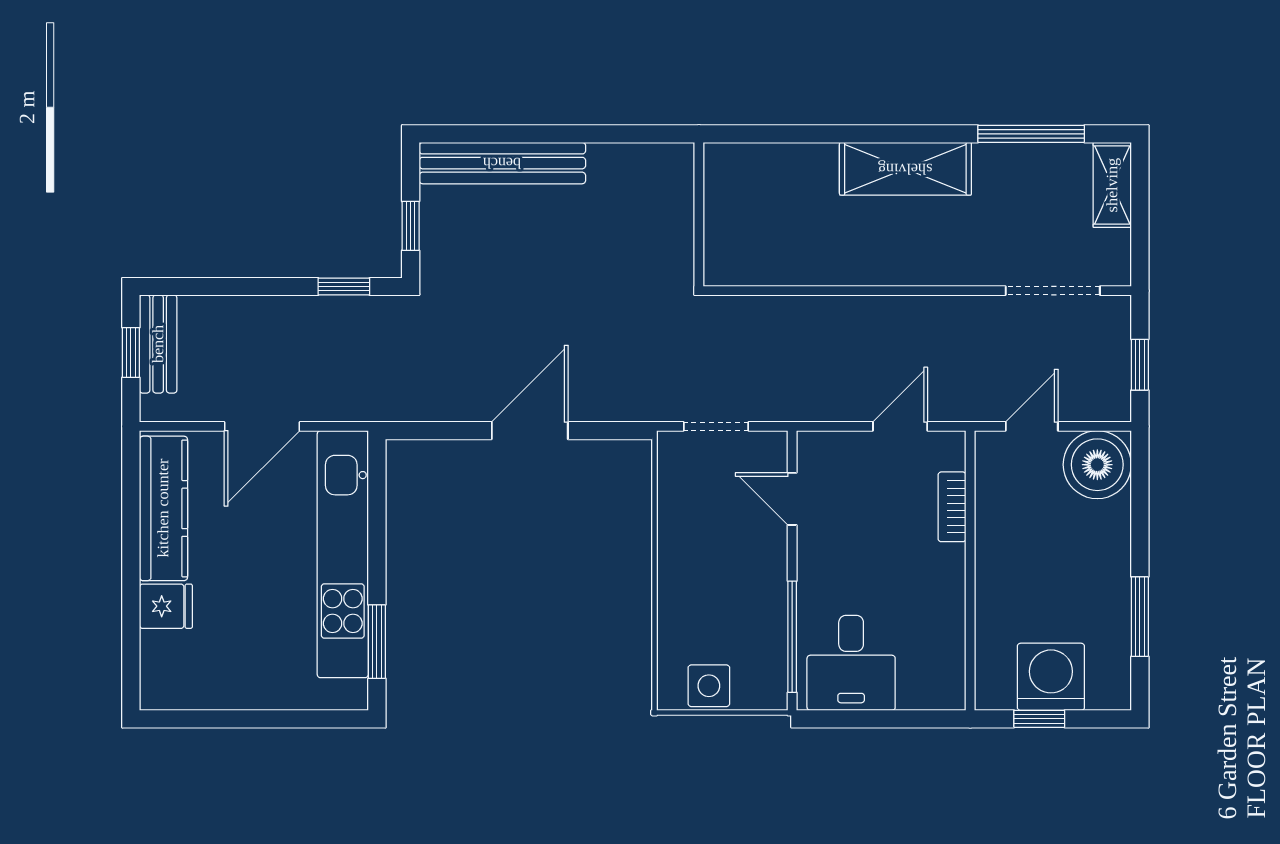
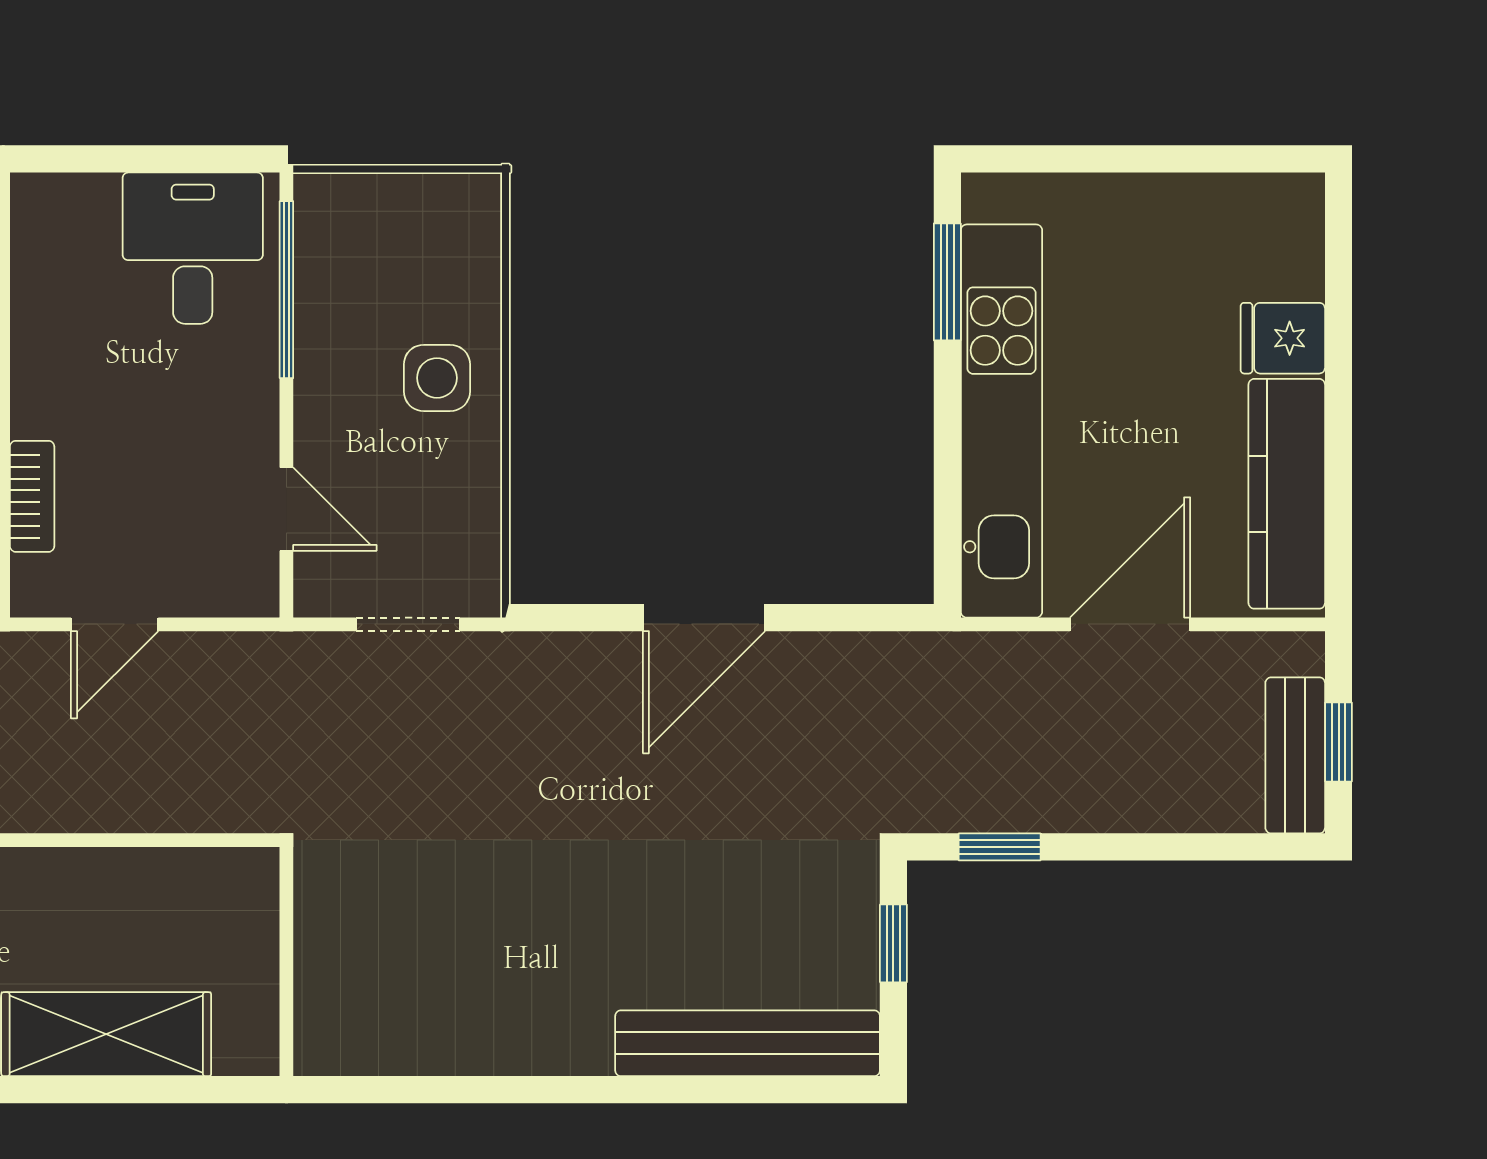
wall: (699, 214) -> (286, 962), moved
side table: (709, 686) -> (437, 378), moved

